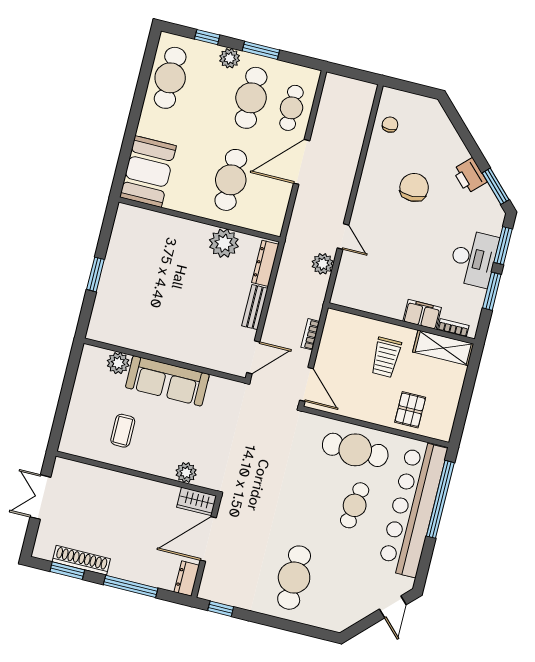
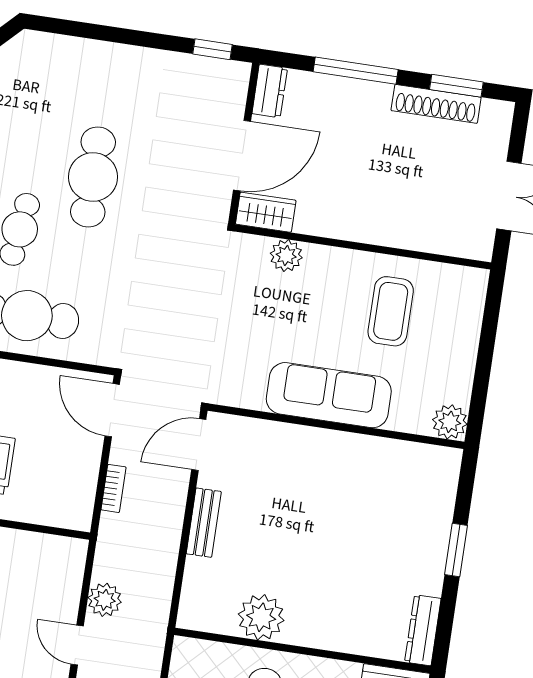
dresser: (265, 263) -> (423, 630), moved, turned 180
plant: (118, 363) -> (450, 422), moved
coffee table: (123, 431) -> (391, 311), width x1.36, depth x1.30
cafe table: (294, 578) -> (93, 177), moved

